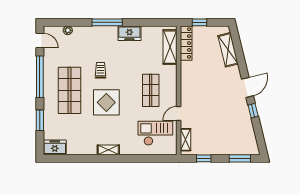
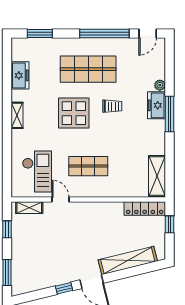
plant: (68, 30) -> (160, 85), moved
freezer: (129, 33) -> (156, 105), moved
shelving: (170, 47) -> (157, 176), moved, turned 90
shelving: (228, 50) -> (128, 260), width x1.47
window: (40, 120) -> (40, 34), moved
freezer: (55, 147) -> (20, 75), moved

